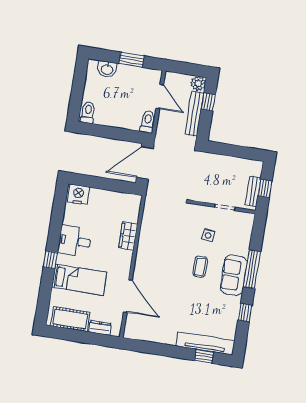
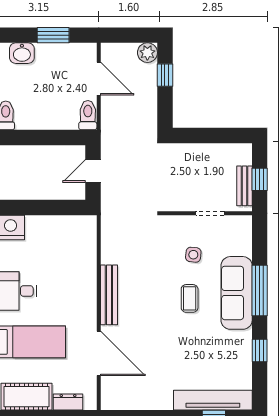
bench: (194, 114) -> (109, 295), moved
door: (145, 163) -> (93, 171), width x0.53
wardrobe: (128, 236) -> (86, 273), removed
sofa: (234, 275) -> (237, 293), width x1.36

